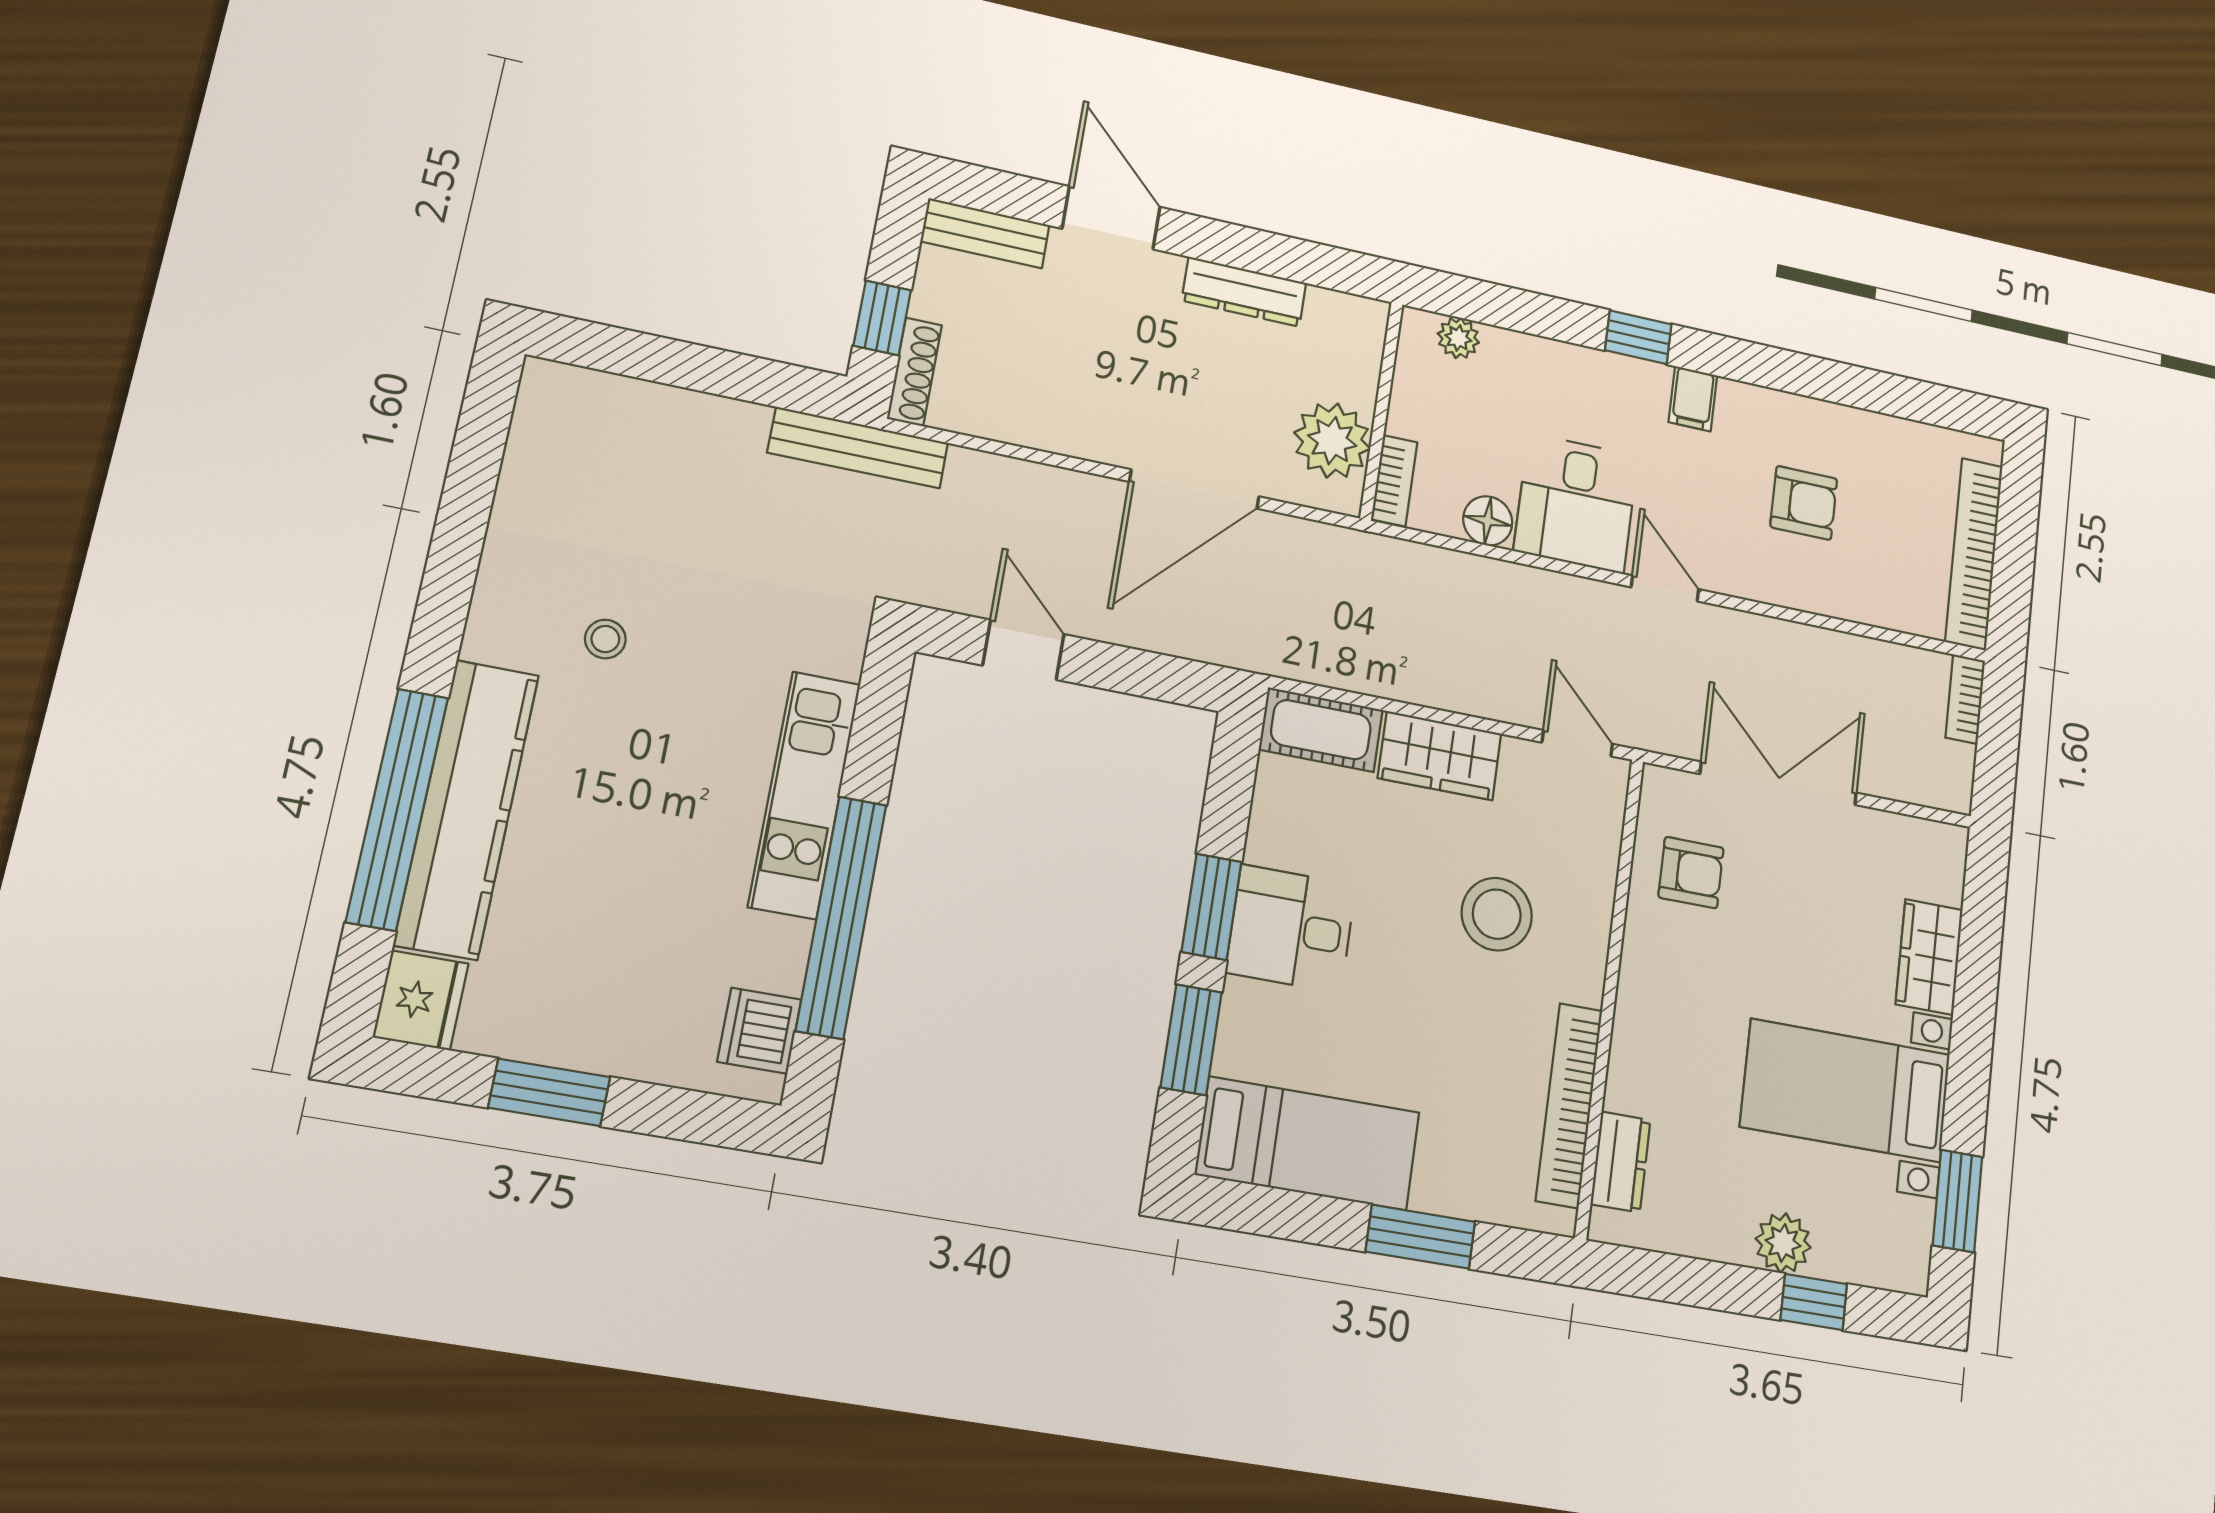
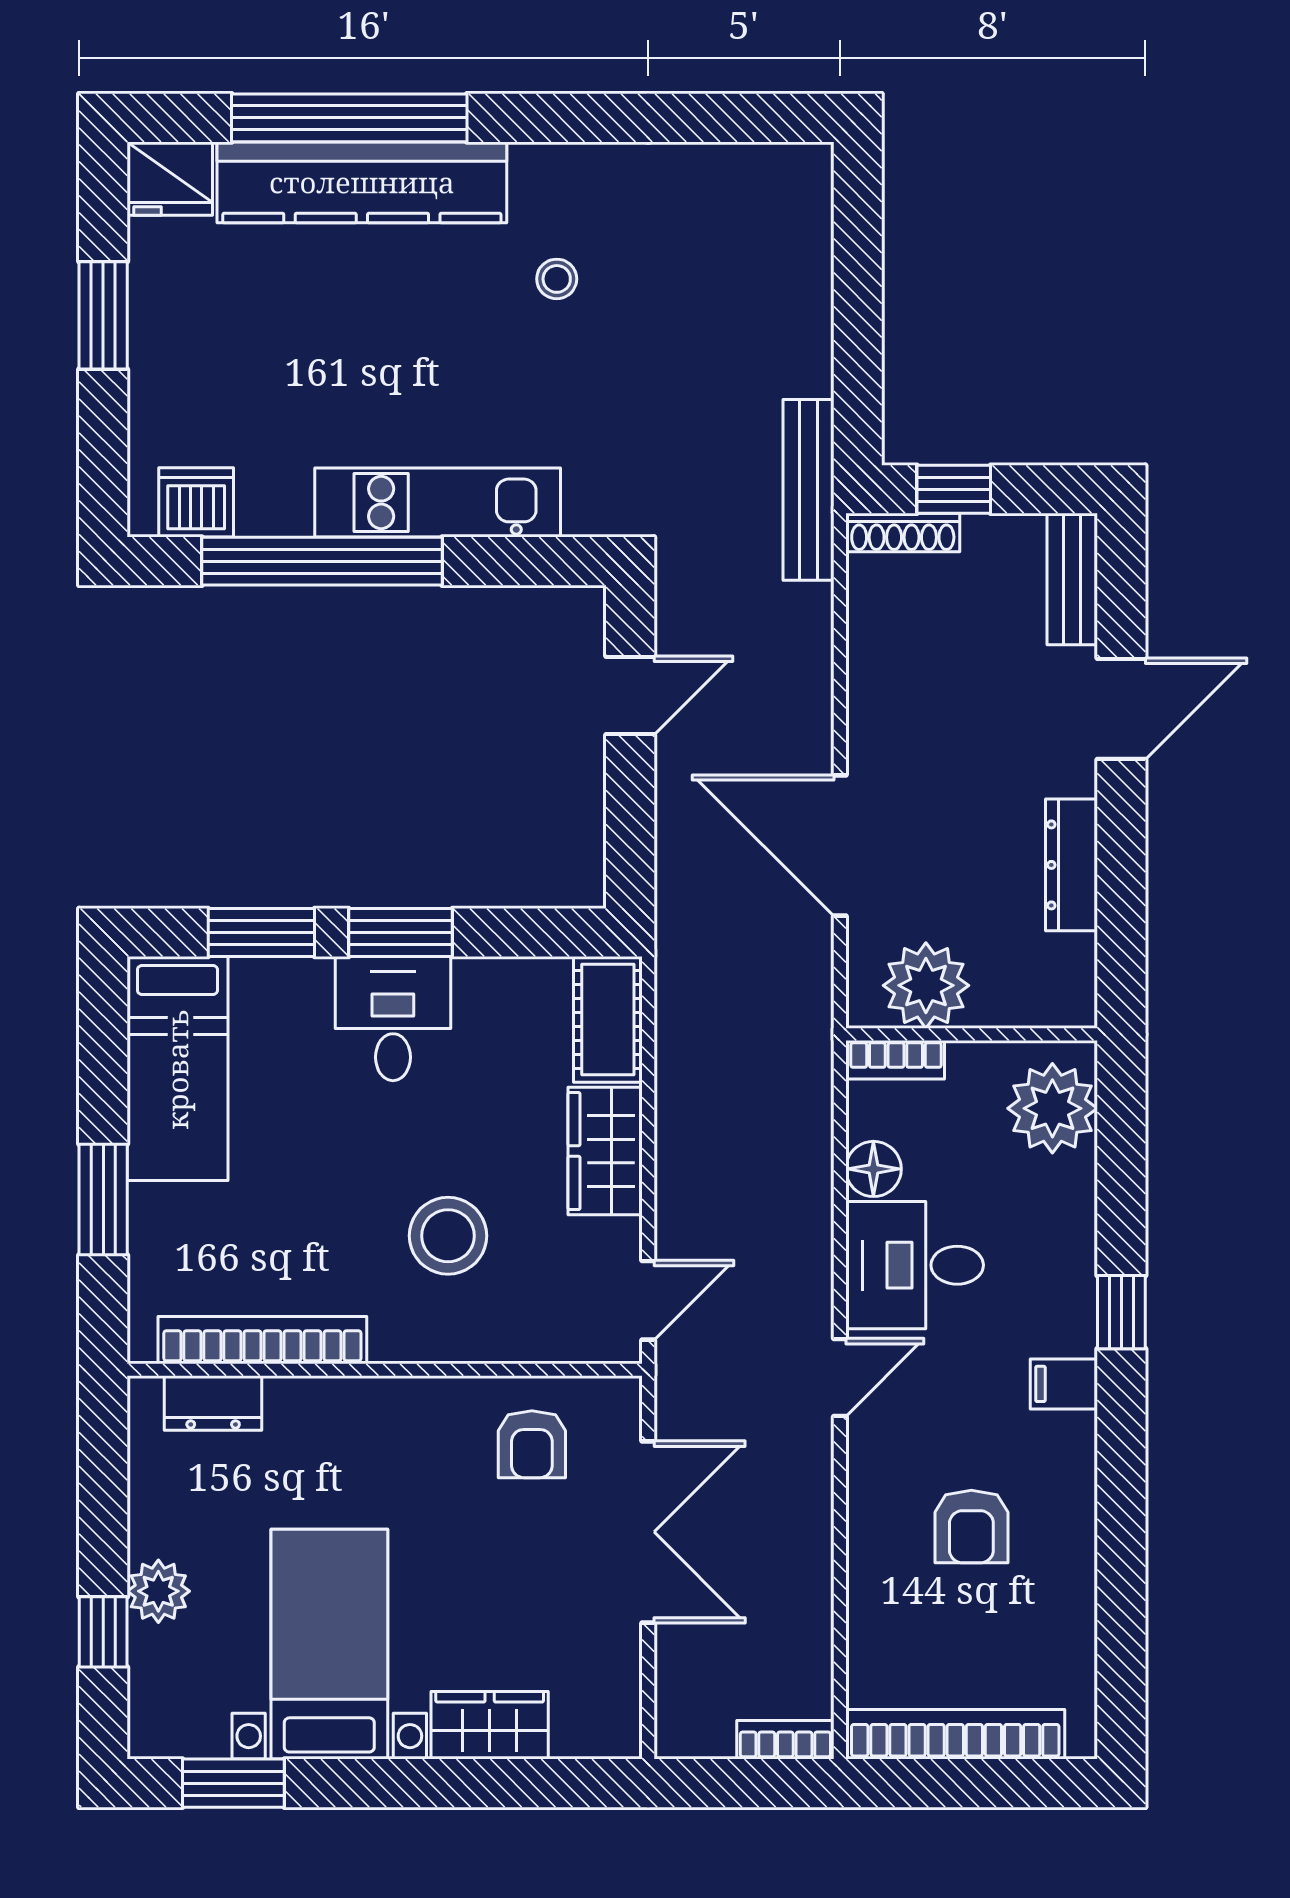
plant: (1458, 338) -> (1052, 1108), width x1.88, depth x1.88

